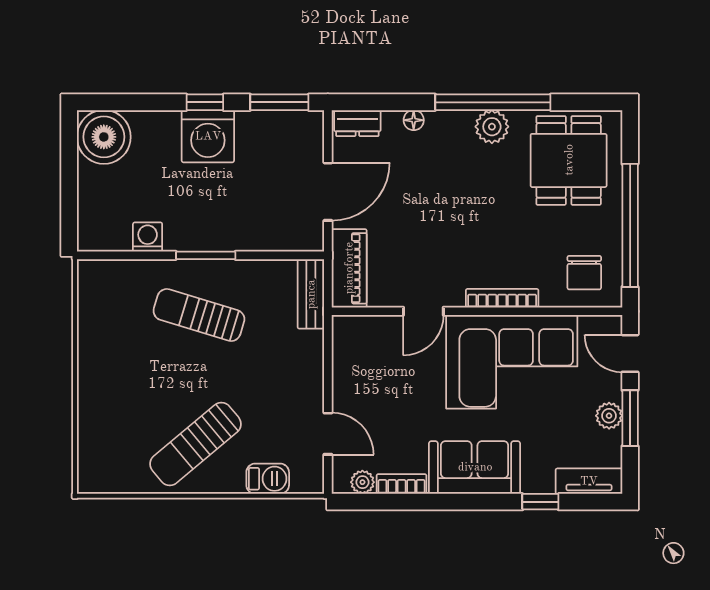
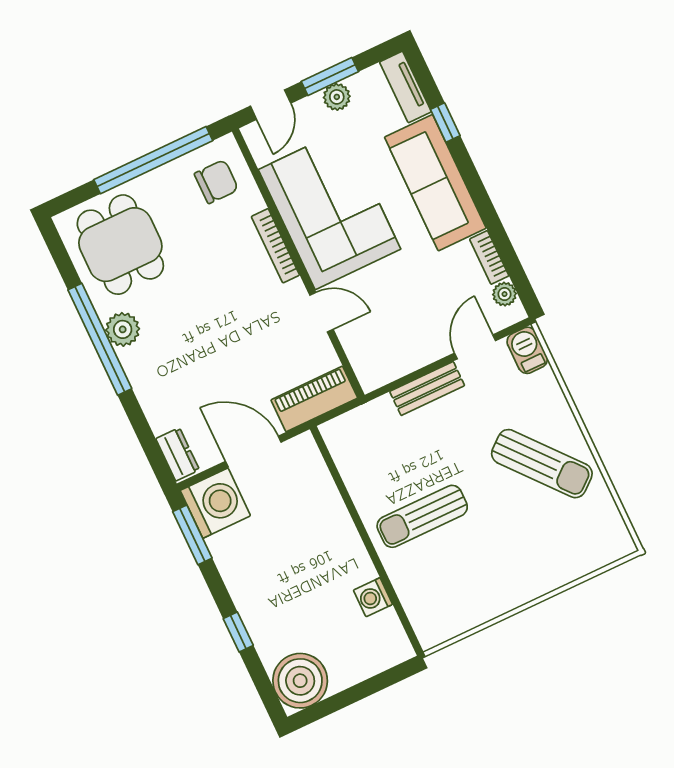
window: (205, 102) -> (238, 632), moved
floor lamp: (414, 120) -> (151, 404), removed
washing machine: (208, 136) -> (215, 503), moved
dining table: (569, 160) -> (120, 245), turned 90
window: (206, 255) -> (365, 536), removed
bench: (311, 294) -> (427, 389), moved
sun lounger: (199, 315) -> (422, 516), turned 73
sofa: (475, 467) -> (435, 183), width x1.36
barbecue: (268, 479) -> (527, 350), moved

